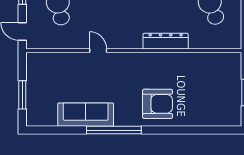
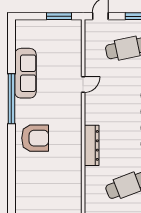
window: (22, 95) -> (59, 16), moved
armchair: (158, 104) -> (35, 138), turned -90

